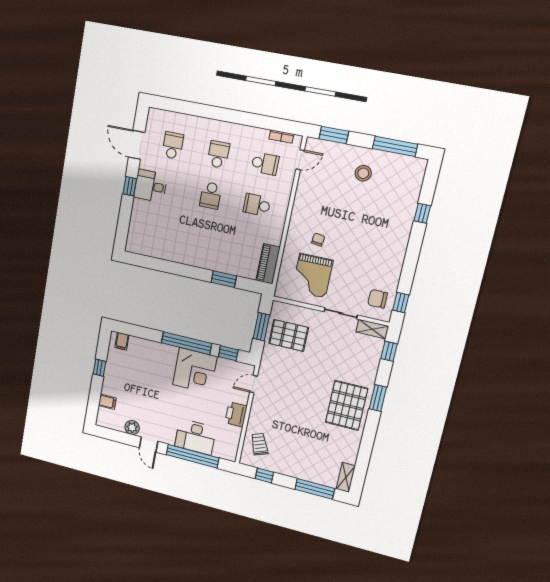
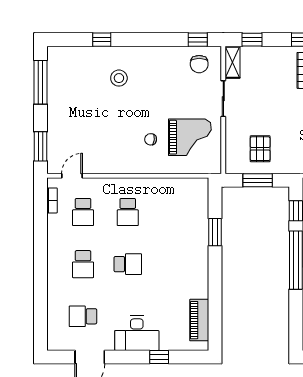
school desk: (218, 154) -> (83, 264), turned -90
door: (300, 160) -> (72, 176), hinge flipped
school desk: (265, 164) -> (83, 212), turned 180
stool: (363, 173) -> (119, 78), moved
window: (130, 186) -> (159, 357), moved
desk: (151, 186) -> (137, 333), width x1.37
piano: (268, 264) -> (199, 320), moved, turned 90
pallet: (289, 335) -> (260, 149), width x0.67, depth x0.71

